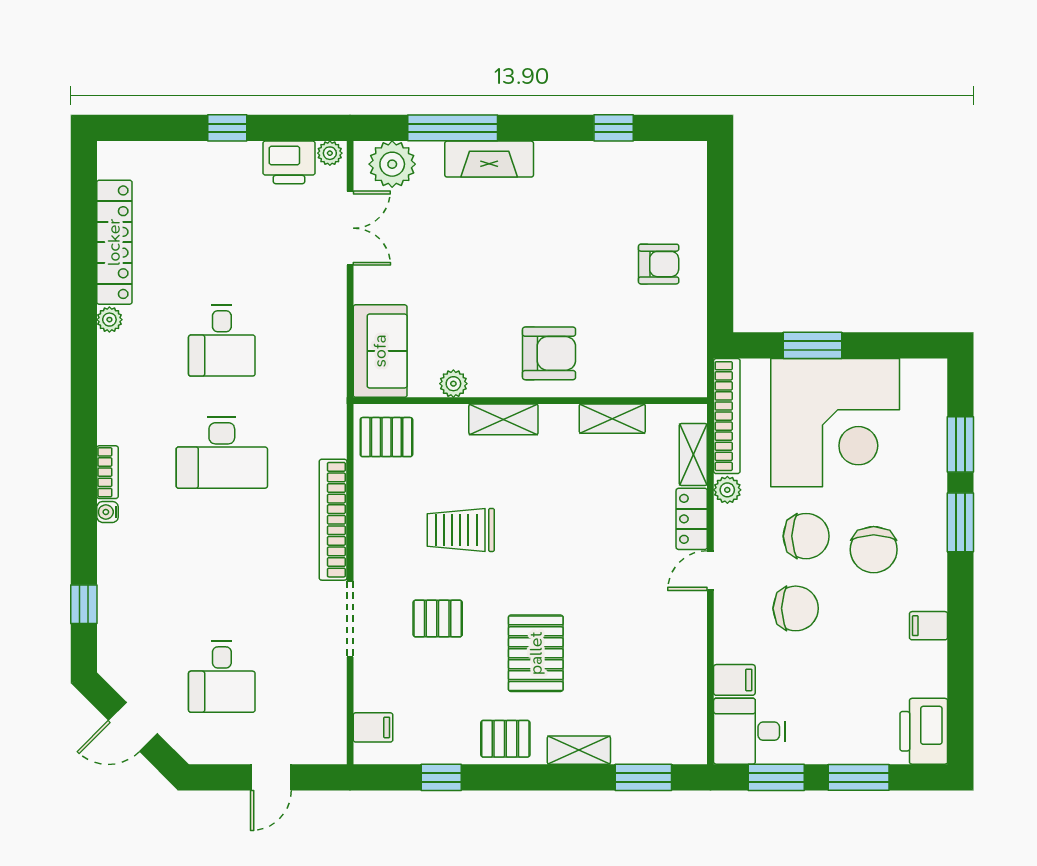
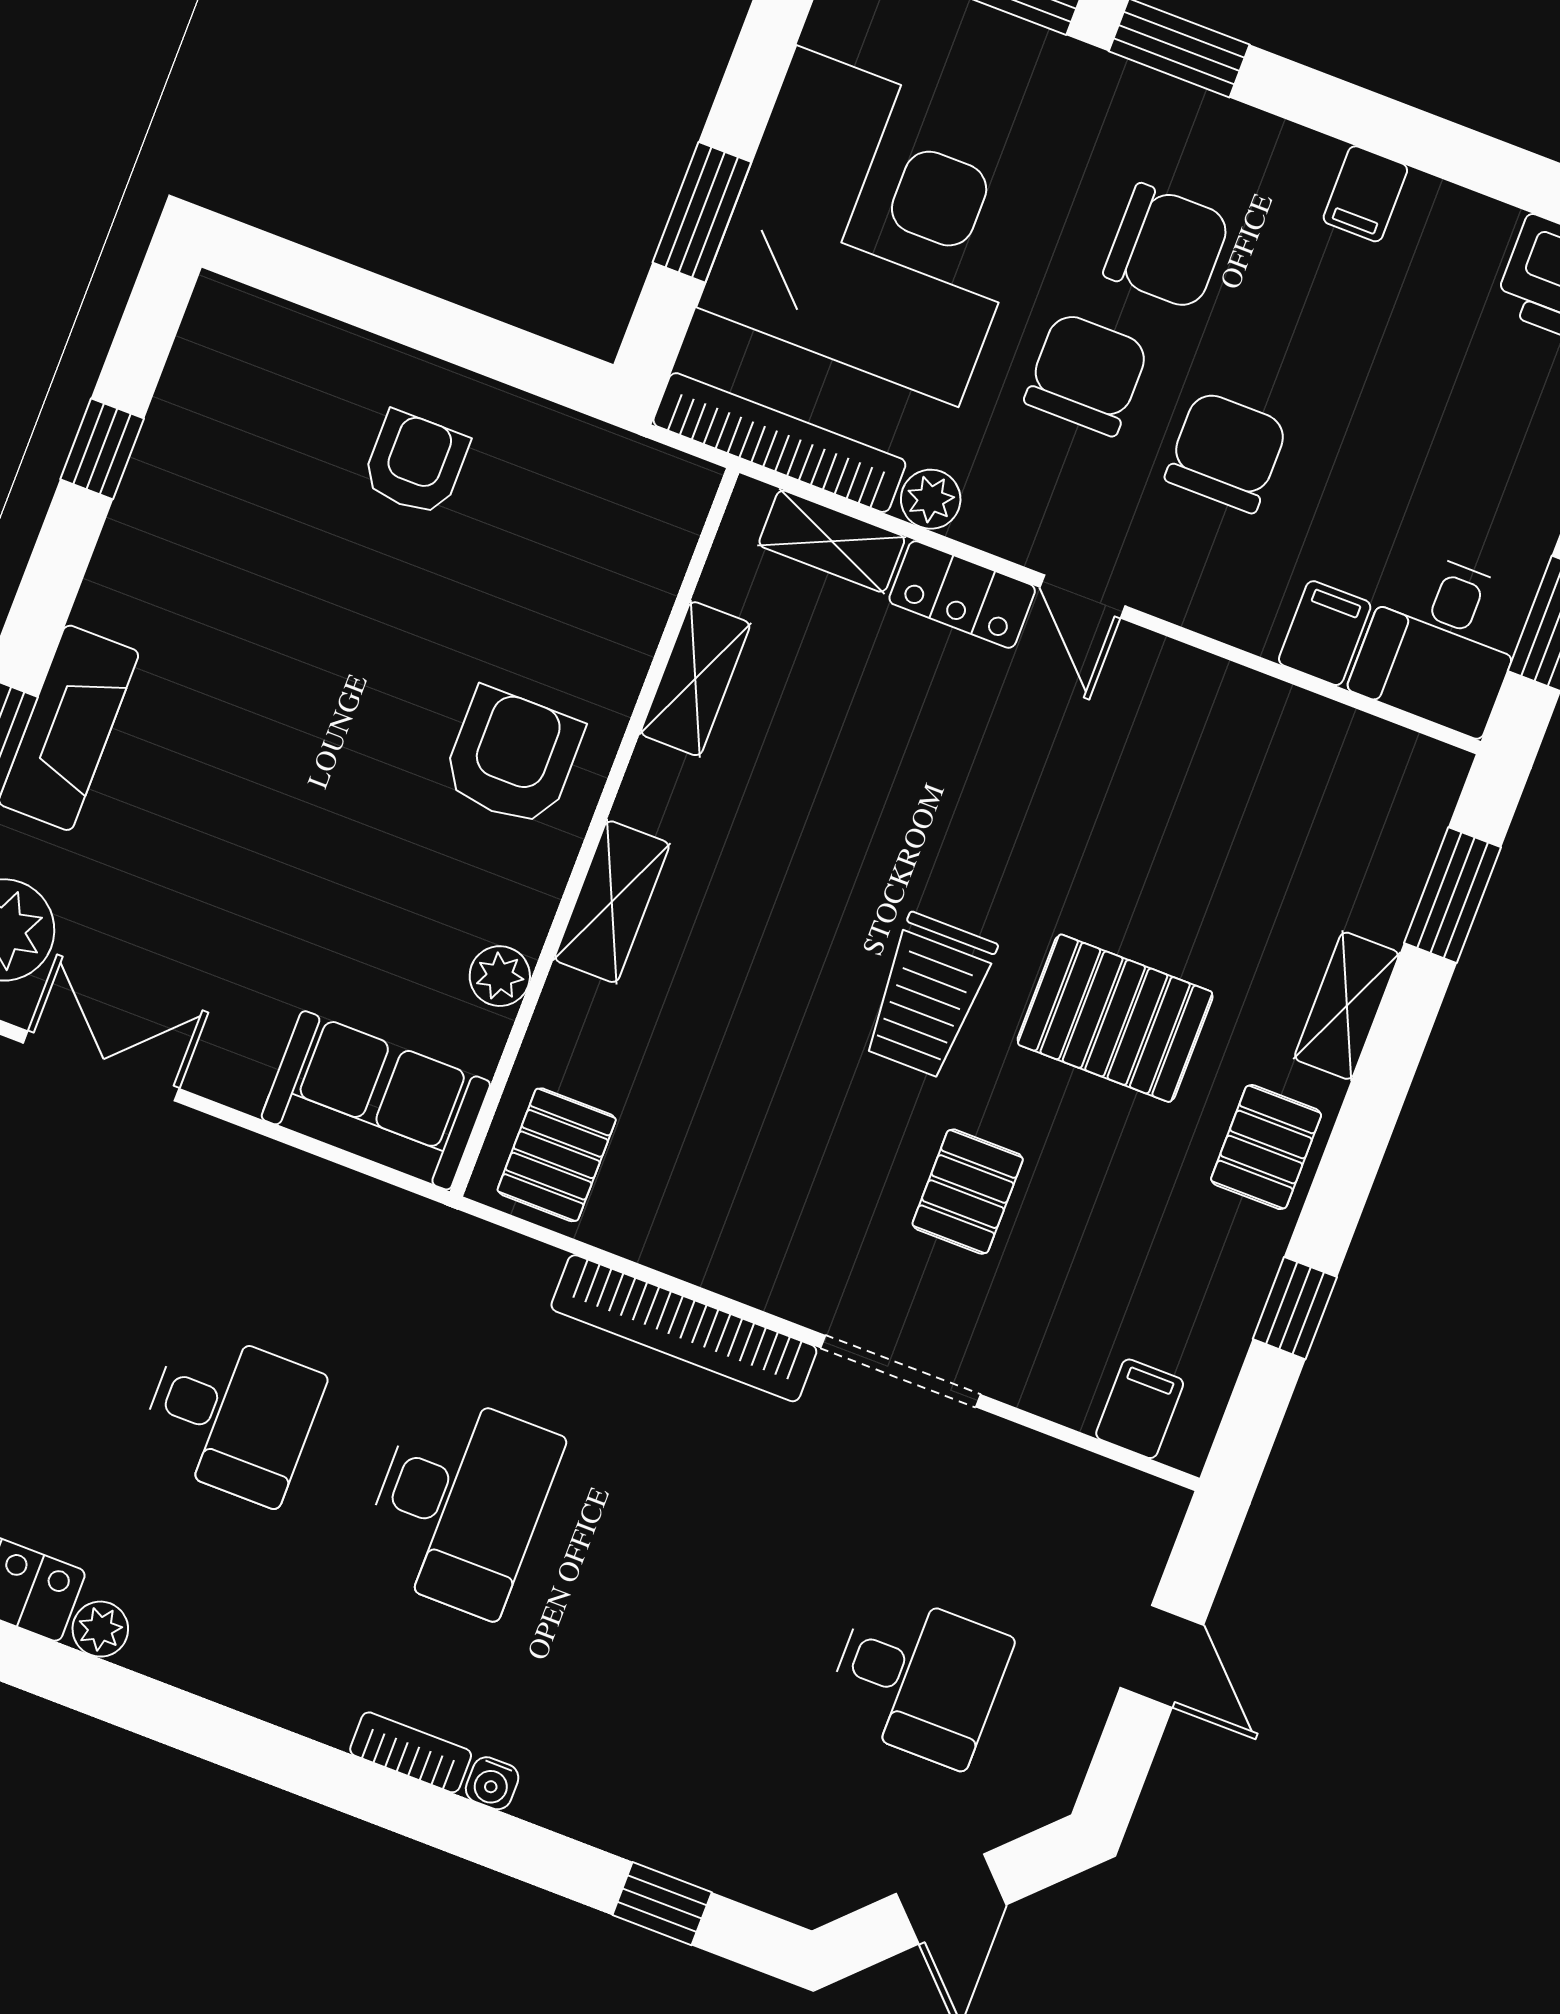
trolley: (461, 530) -> (929, 996), moved

